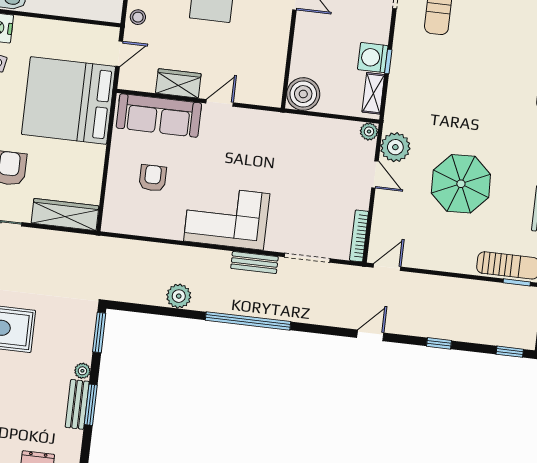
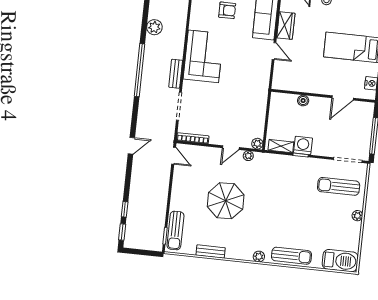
boiler: (303, 94) -> (303, 101), moved, width x0.54, depth x0.54
plant: (395, 147) -> (248, 156), width x0.53, depth x0.53
door: (370, 335) -> (131, 146), hinge flipped
window: (439, 343) -> (125, 209), moved

